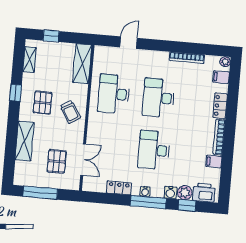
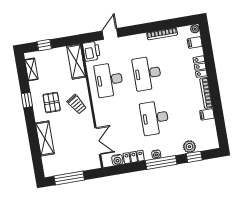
pallet: (57, 161) -> (76, 148), removed
water cooler: (170, 193) -> (117, 160), moved
printer: (204, 193) -> (91, 51), moved, turned 90

